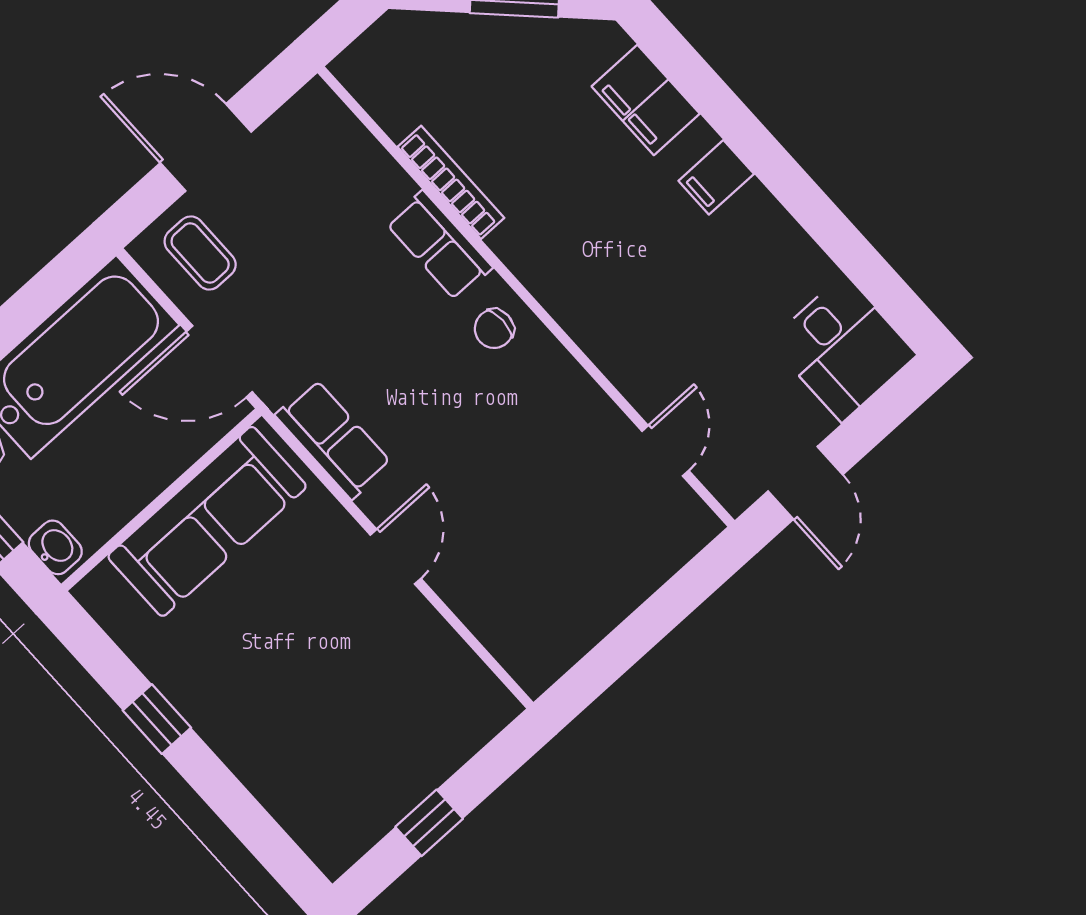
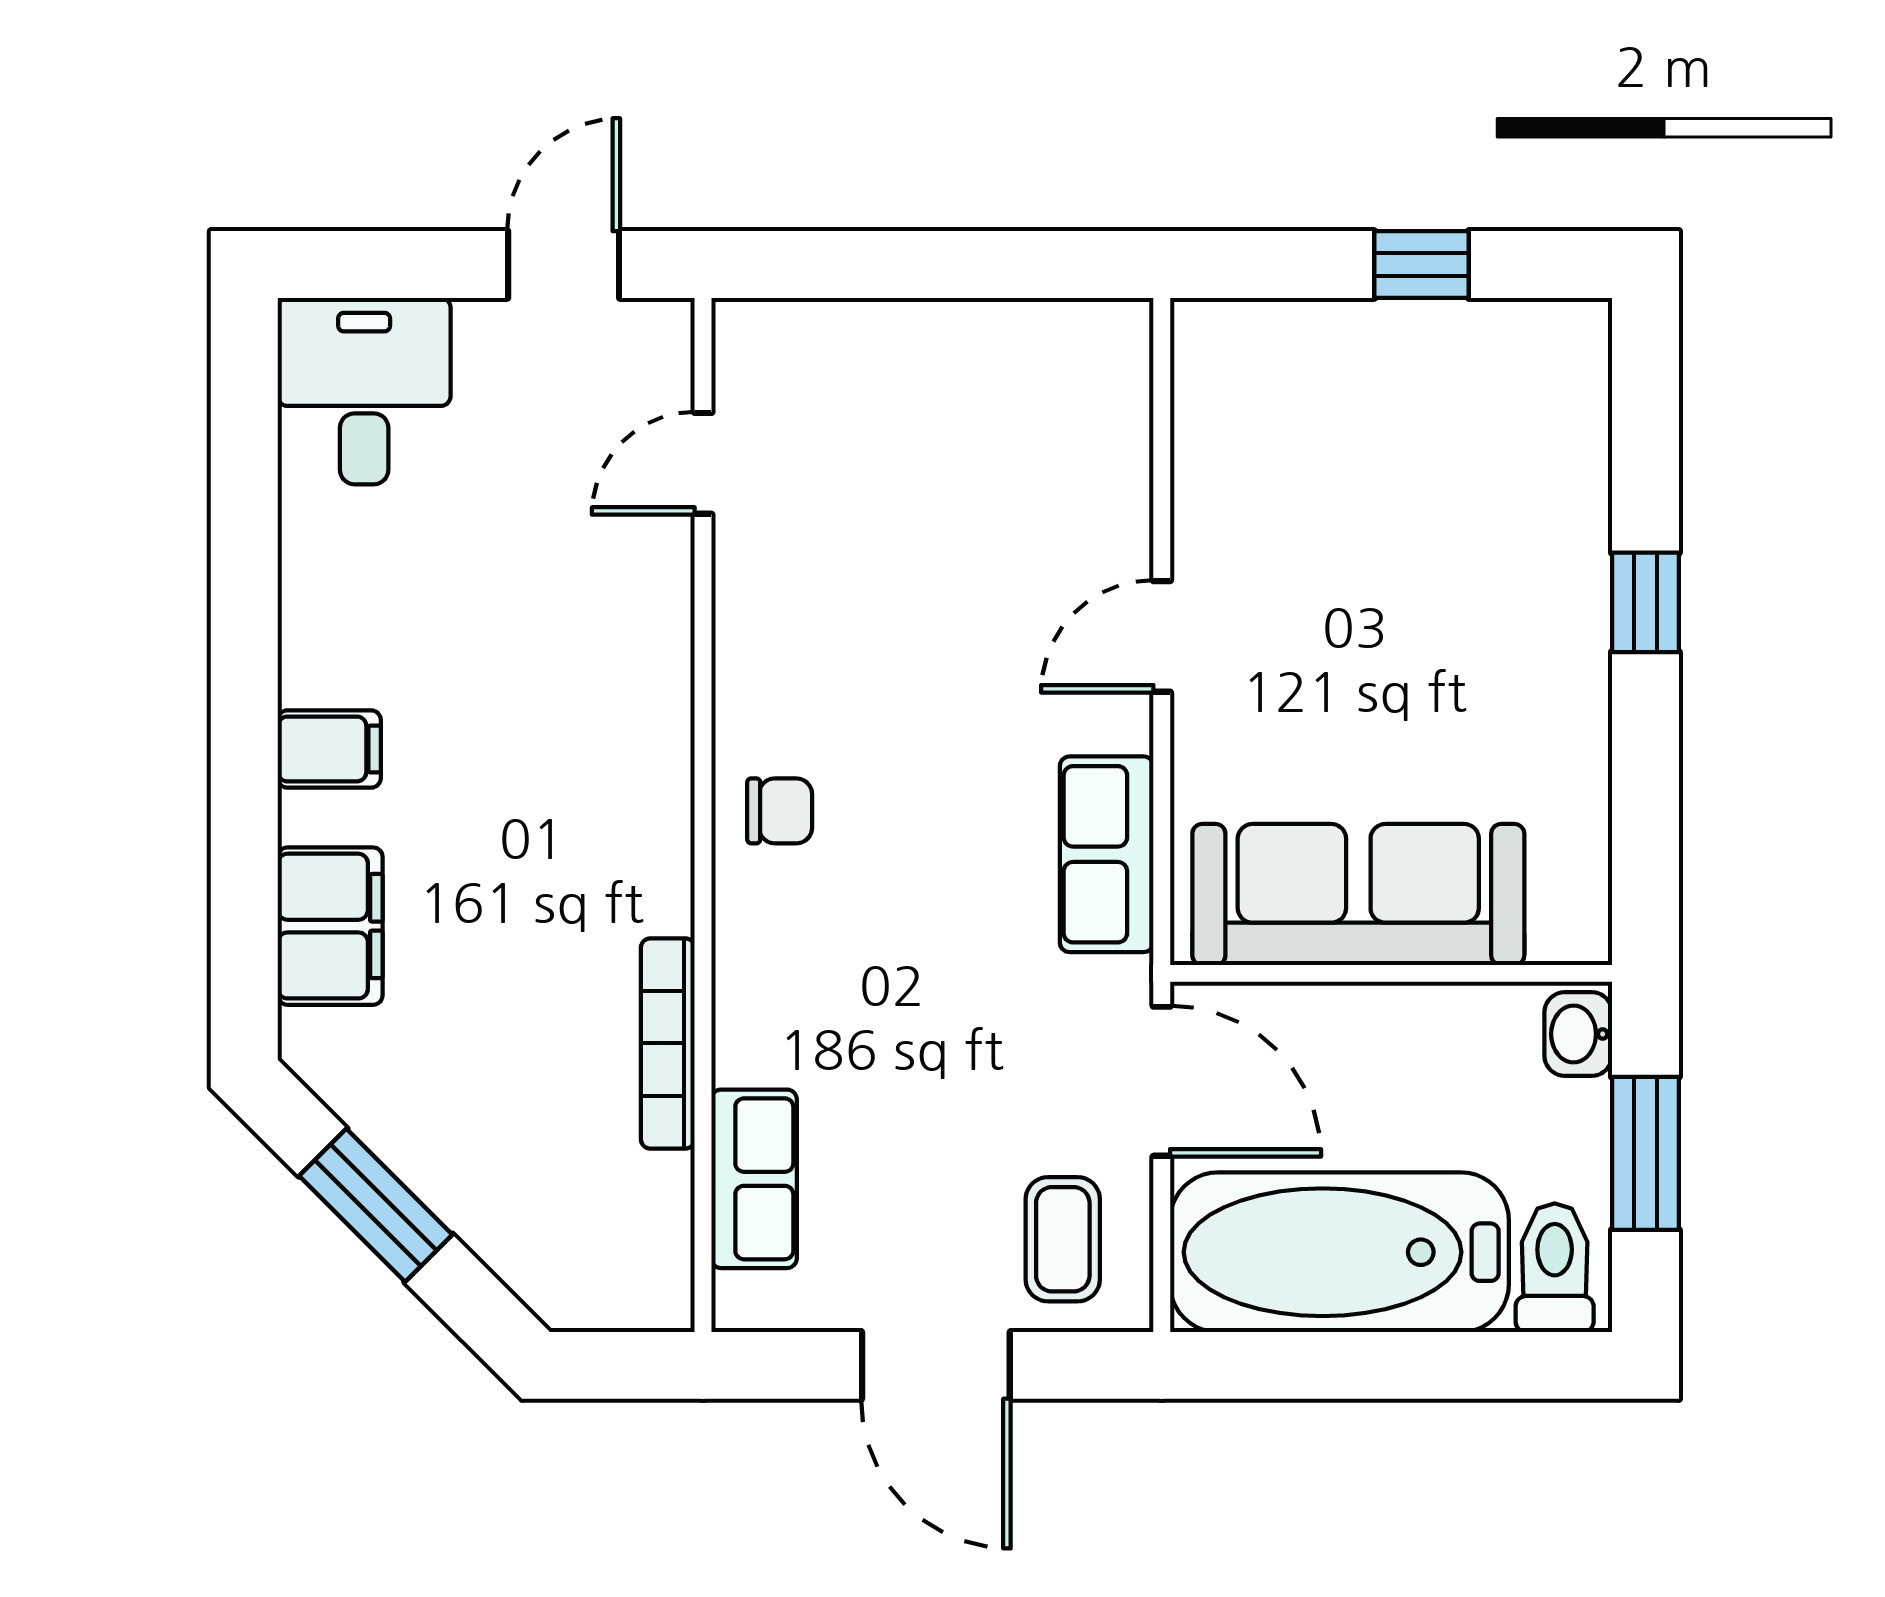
row of seats: (439, 245) -> (754, 1179), moved
window: (157, 719) -> (1645, 602), moved

